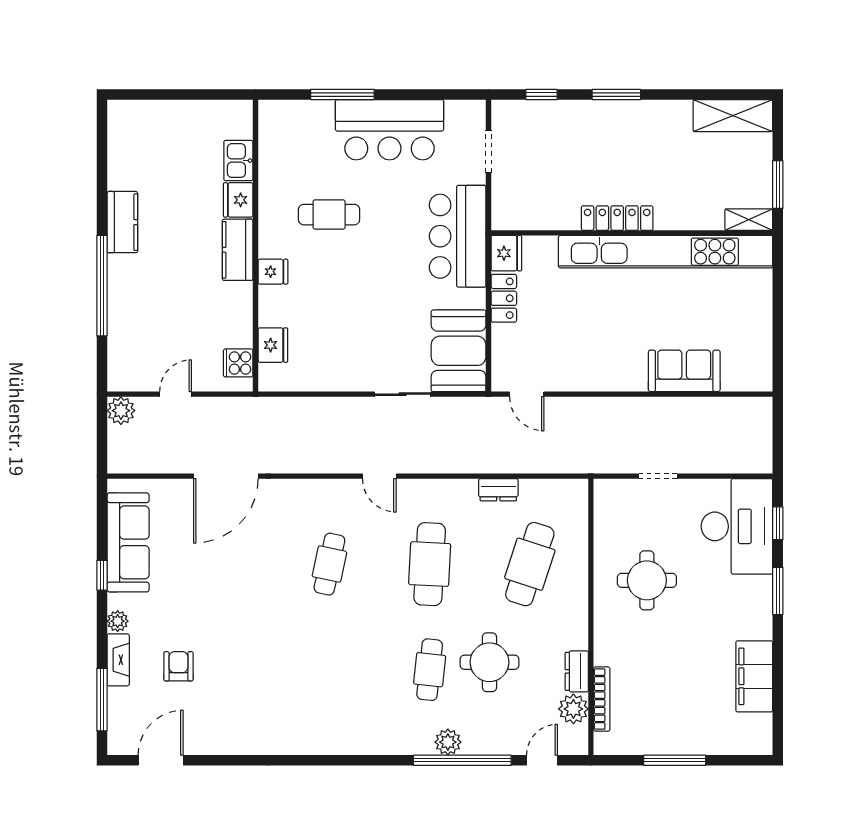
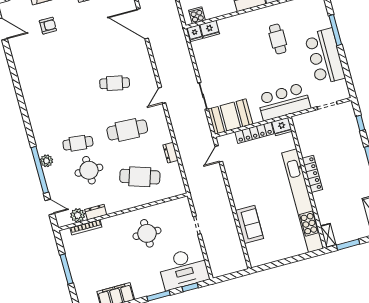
fridge: (273, 272) -> (195, 33), moved
locker: (504, 298) -> (254, 133), width x1.53

